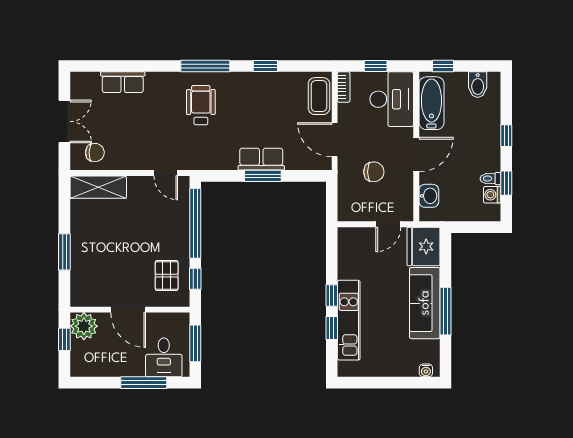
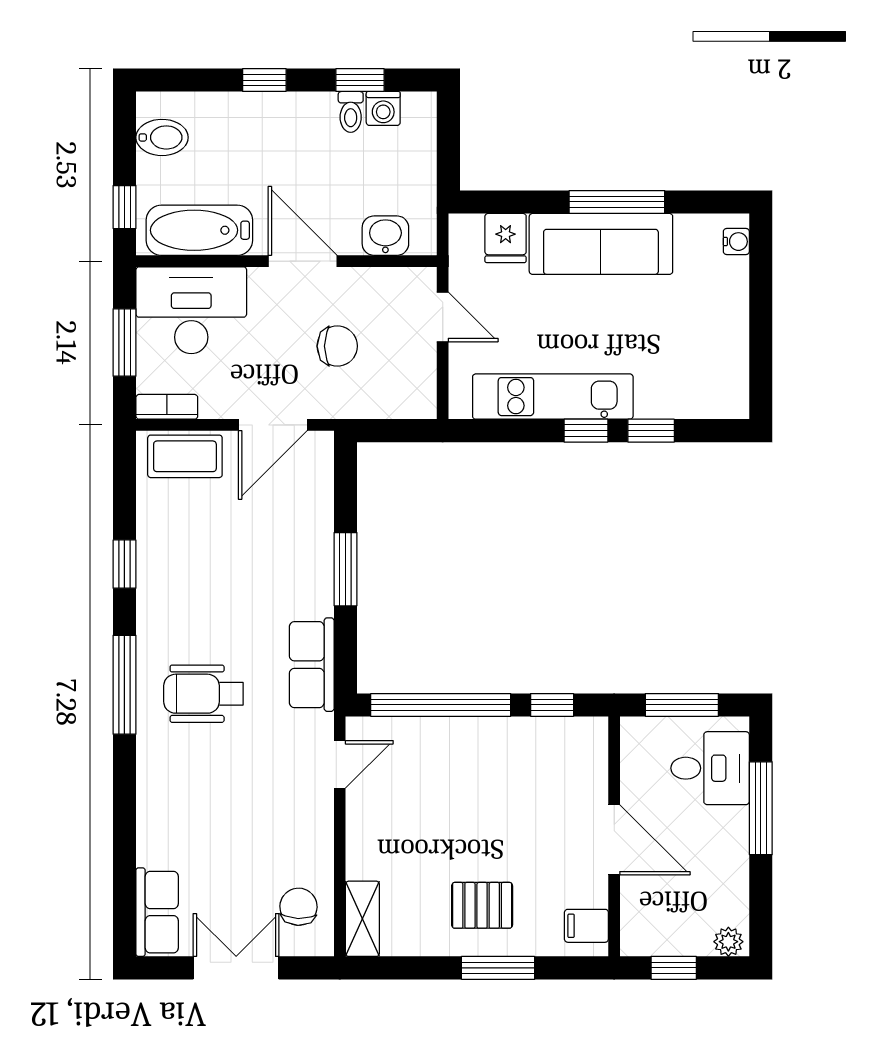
window: (376, 66) -> (124, 343), width x1.50
row of seats: (123, 82) -> (157, 912), moved
row of seats: (261, 159) -> (312, 665), moved
chair: (374, 172) -> (337, 346), turned 90
shelving: (98, 187) -> (362, 919), width x0.67, depth x0.75
fridge: (423, 246) -> (506, 238), width x0.53, depth x0.75
pallet: (167, 276) -> (482, 905), moved
filing cabinet: (85, 296) -> (586, 926), added
door: (128, 310) -> (614, 840), hinge flipped
kitchen unit: (349, 320) -> (553, 397), moved
plant: (84, 326) -> (728, 942), moved, width x0.53, depth x0.53

